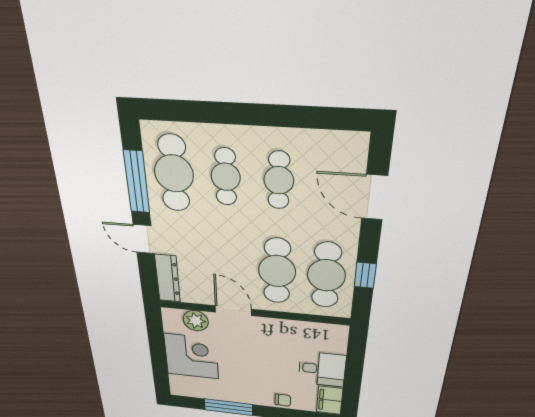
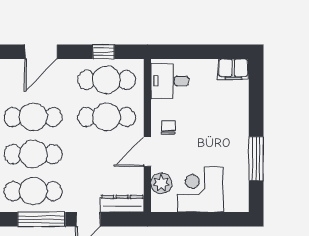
cafe table: (226, 177) -> (33, 154), width x1.37, depth x1.35
cafe table: (279, 180) -> (33, 117), width x1.37, depth x1.35
desk: (322, 369) -> (170, 81), moved, turned -90
chair: (283, 400) -> (168, 127), moved

